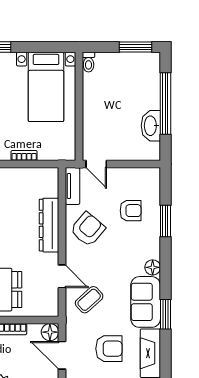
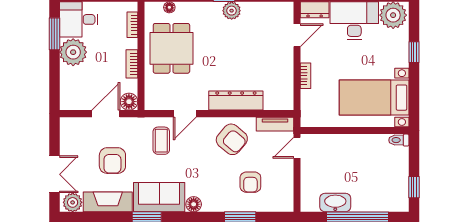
window: (136, 47) -> (414, 187), width x0.67
coffee table: (89, 300) -> (161, 141), turned 42

